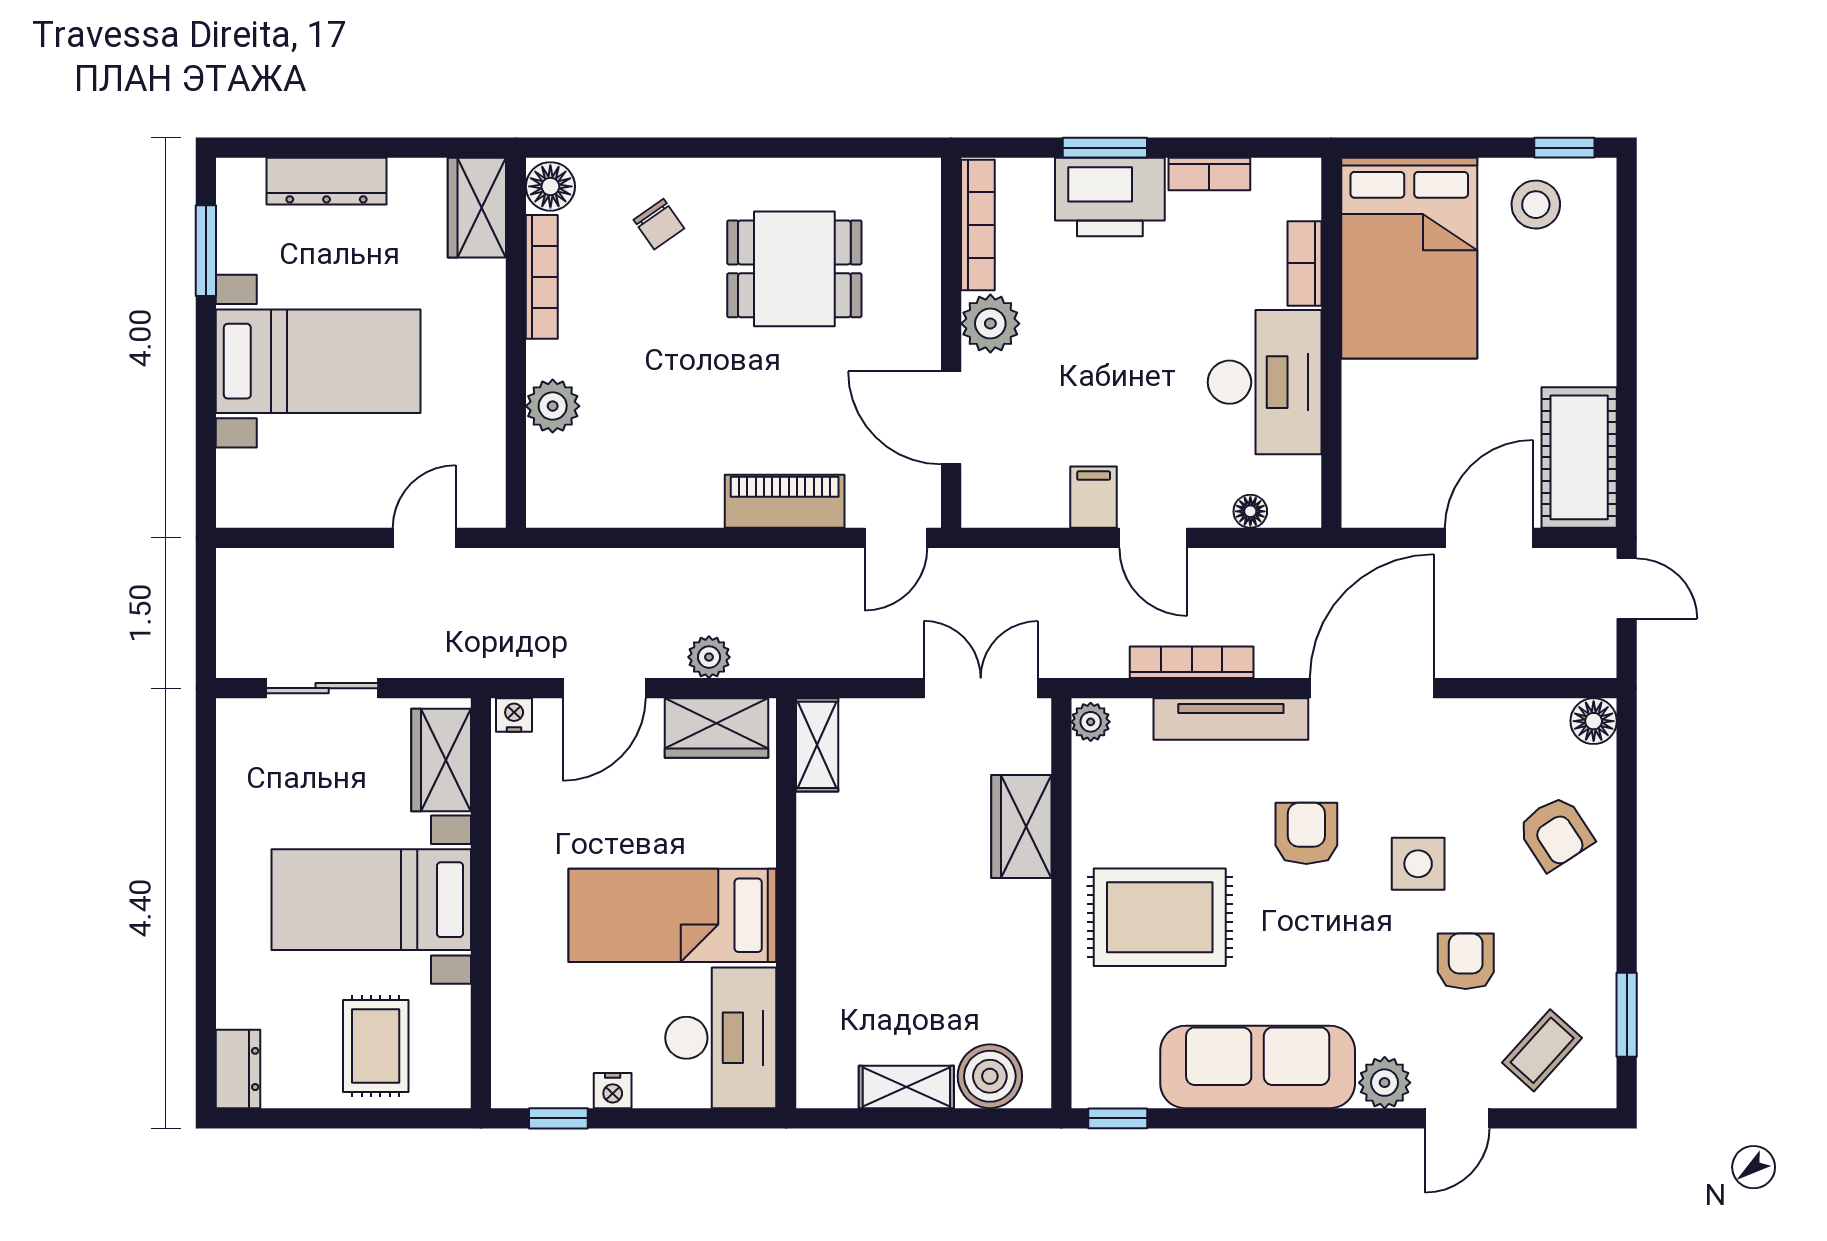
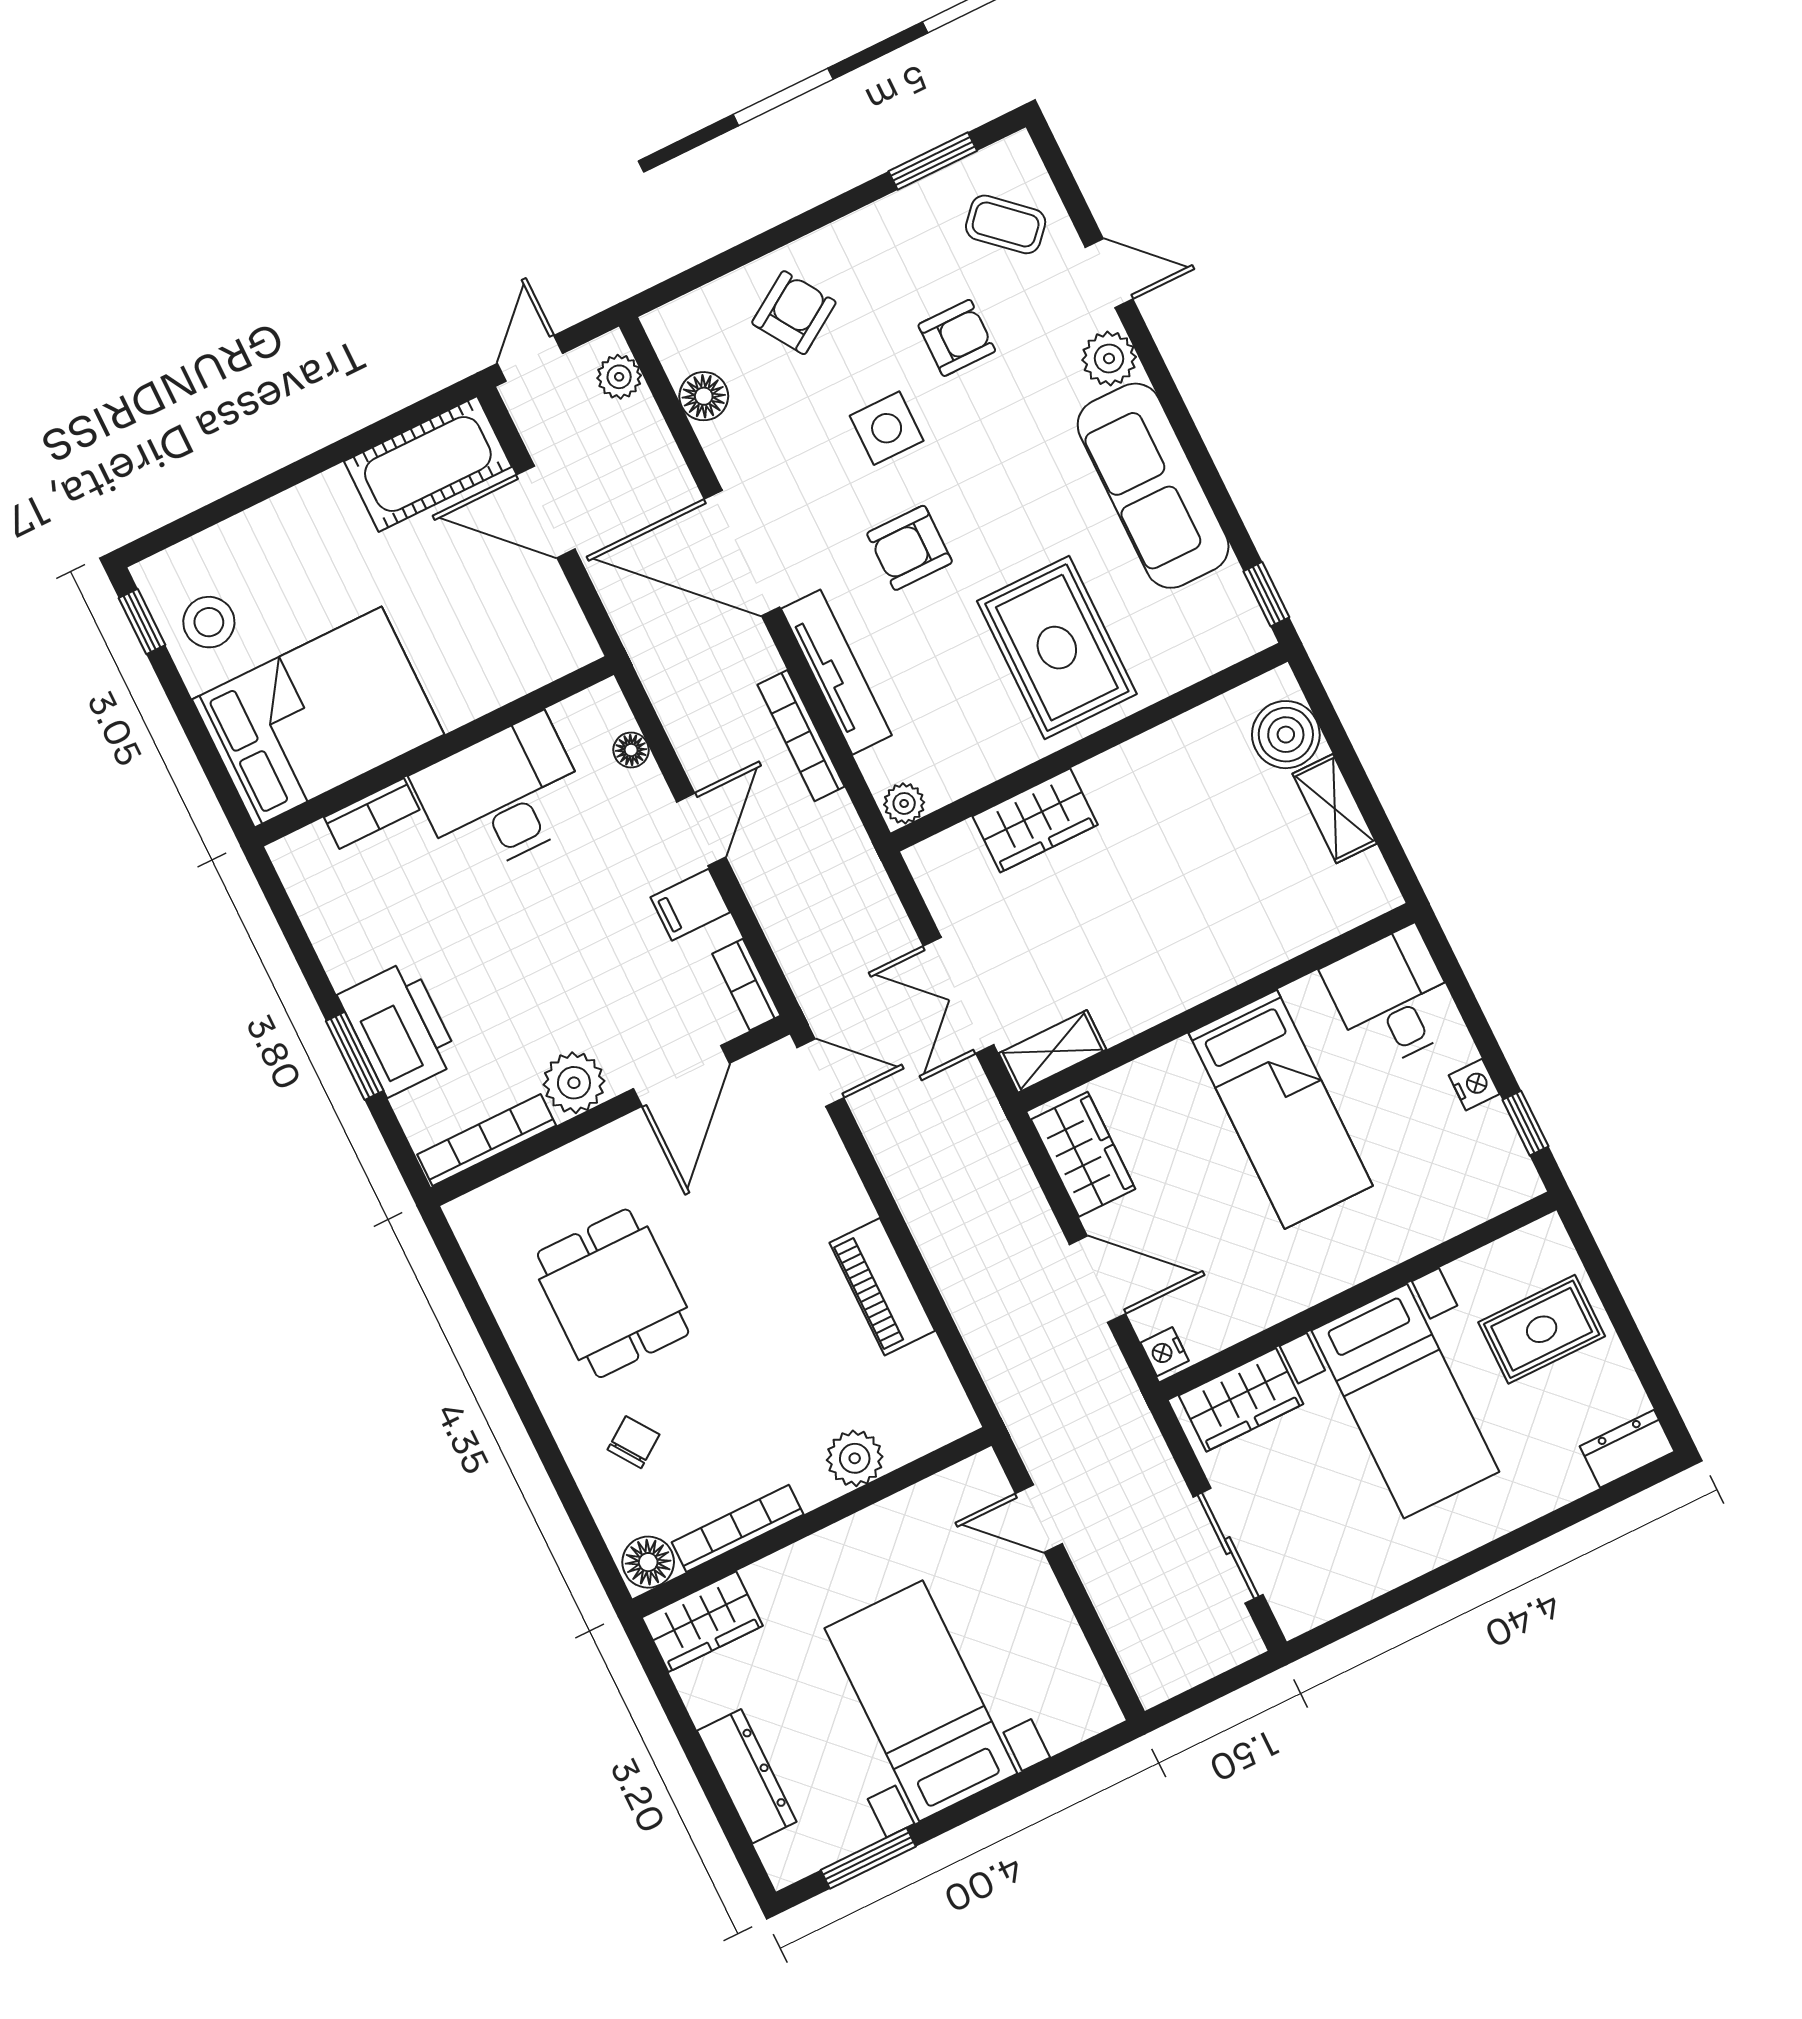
bookcase: (1209, 174) -> (746, 985), moved, turned 180
piano: (785, 501) -> (882, 1287), moved
plant: (709, 657) -> (619, 377), moved
double door: (981, 688) -> (959, 995), moved
floor lamp: (1594, 721) -> (704, 396), moved
armchair: (1466, 961) -> (957, 338), turned 180
desk: (721, 1038) -> (1392, 998), width x0.73

